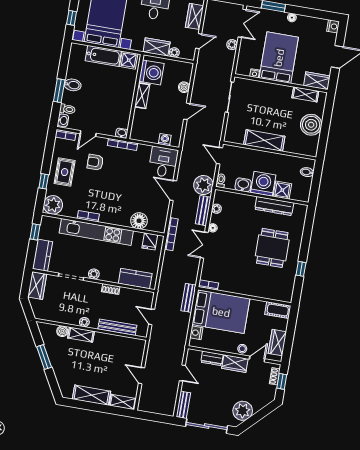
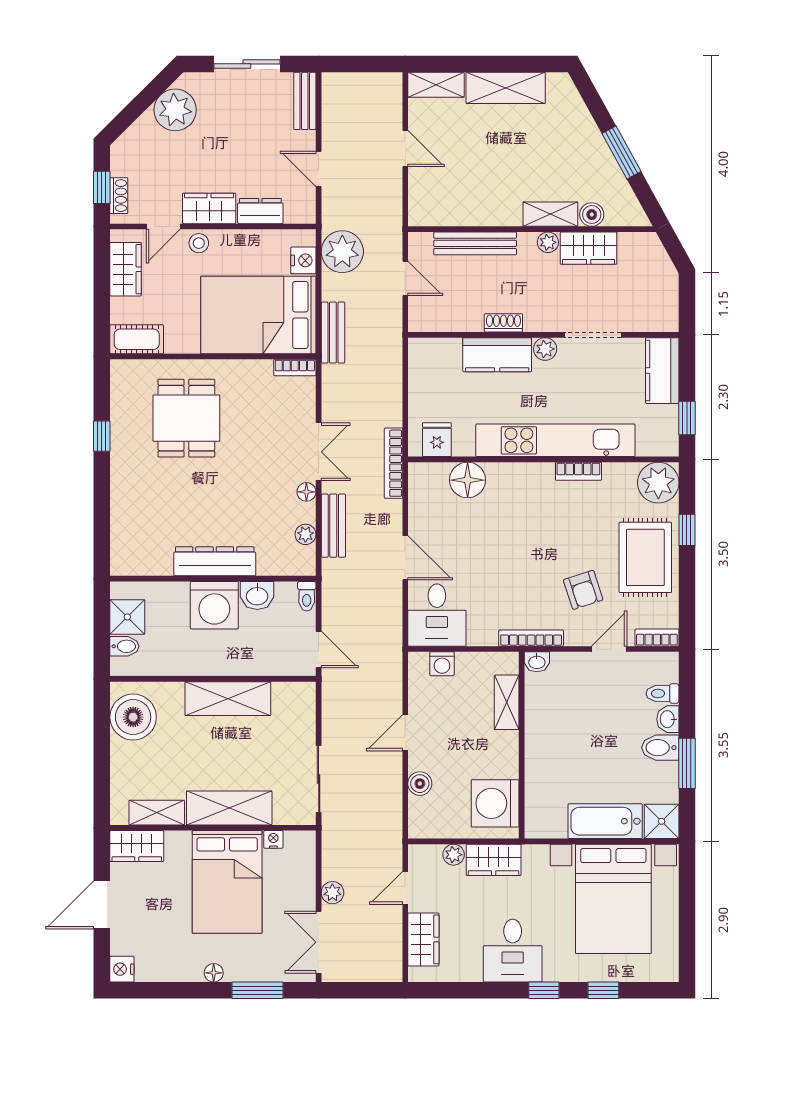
window: (72, 18) -> (687, 891), removed
shower: (129, 60) -> (662, 821), moved
window: (59, 91) -> (687, 763), moved
shelving: (272, 91) -> (229, 808), added
shelving: (142, 96) -> (507, 702), moved
washbasin: (63, 120) -> (668, 719), moved
boiler: (311, 125) -> (133, 717), moved
armchair: (95, 162) -> (583, 590), turned 72
rug: (65, 172) -> (645, 557), width x1.36, depth x1.43
plant: (203, 185) -> (342, 252), moved
shower: (282, 190) -> (127, 617), moved
dresser: (274, 206) -> (215, 561), moved
dining table: (272, 248) -> (186, 418), moved
kitchen counter: (135, 278) -> (497, 355), moved
wardrobe: (37, 286) -> (589, 248), moved, turned -90
sliding door: (207, 426) -> (247, 64), width x0.73

